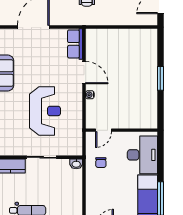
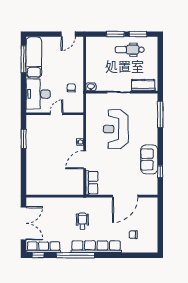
door: (84, 73) -> (85, 160), hinge flipped
window: (160, 78) -> (24, 139), moved
door: (104, 130) -> (57, 114), moved

